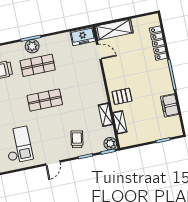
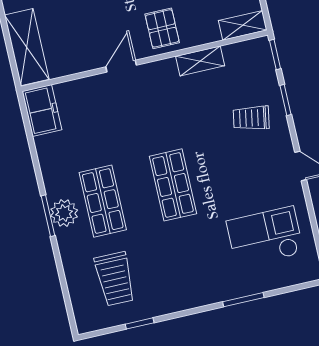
door: (99, 52) -> (121, 66), moved
shelving: (120, 122) -> (243, 25), moved
plant: (110, 144) -> (259, 50), removed

